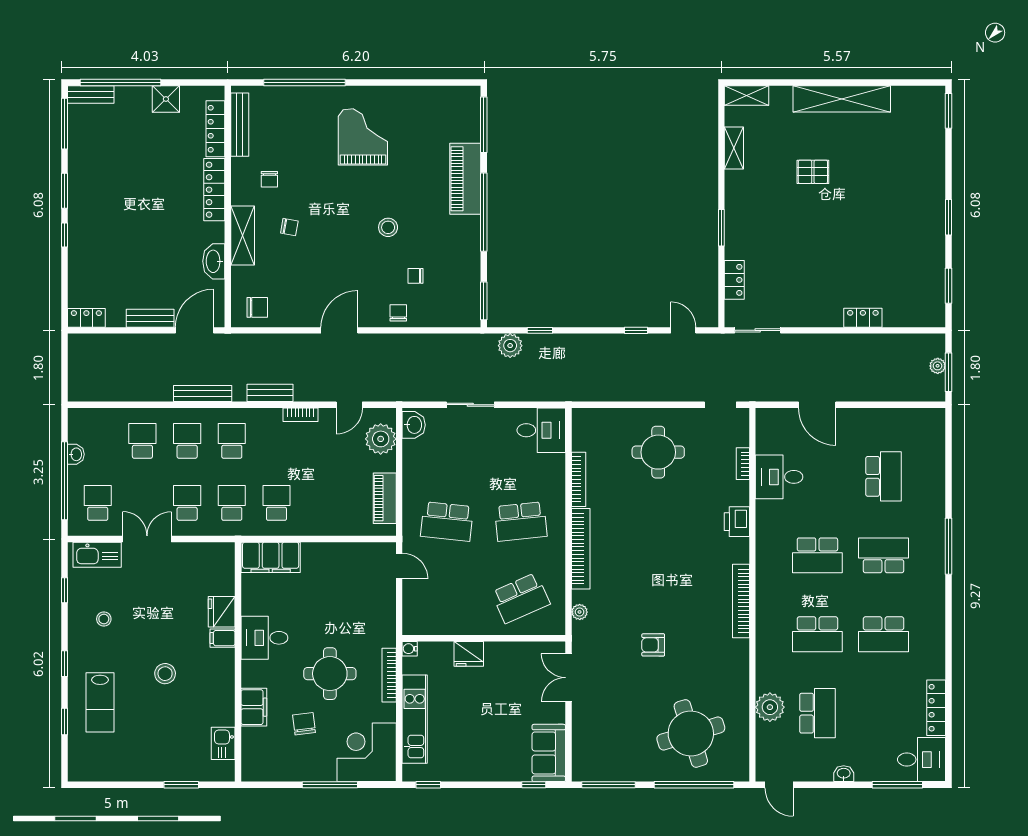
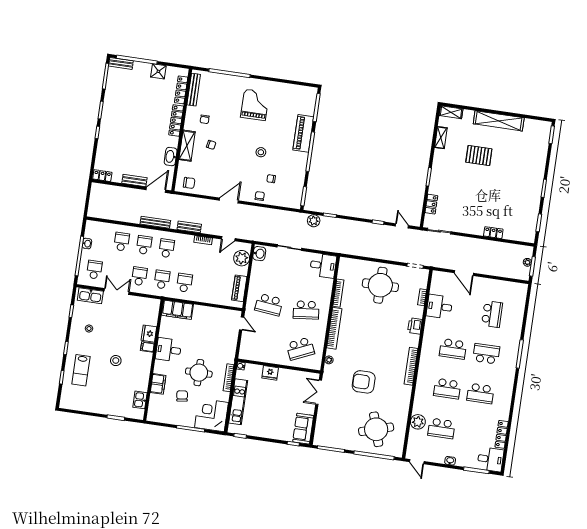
pallet: (813, 172) -> (479, 155), width x1.50, depth x1.42
round table: (658, 452) -> (380, 285), width x1.36, depth x1.36
armchair: (653, 645) -> (364, 382), width x1.88, depth x1.88
school desk: (817, 713) -> (441, 428), turned 90

